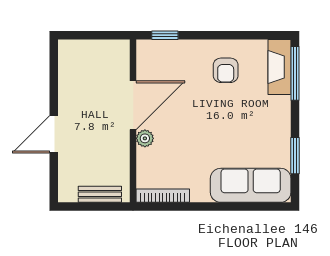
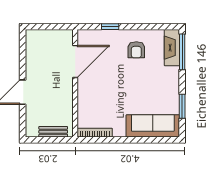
window: (165, 35) -> (110, 27), moved
door: (133, 105) -> (75, 62), moved
plant: (145, 138) -> (83, 95), removed

